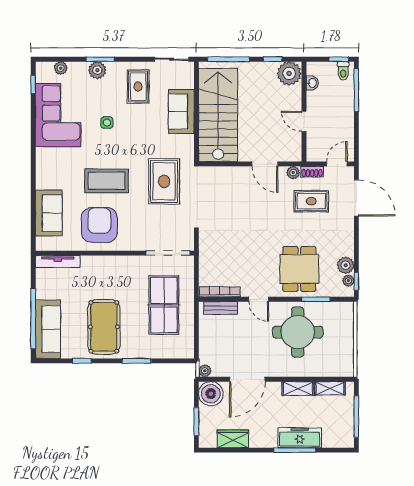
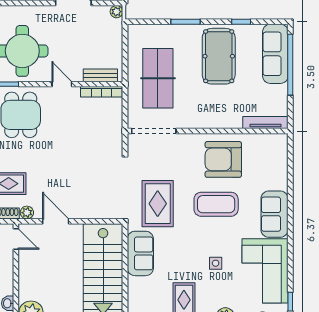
sofa: (181, 112) -> (140, 253), moved
door: (304, 121) -> (16, 239), moved
sofa: (49, 213) -> (274, 214), moved
armchair: (99, 225) -> (223, 159), turned 90

